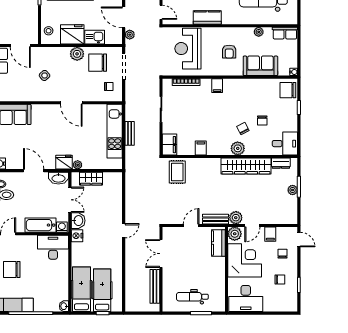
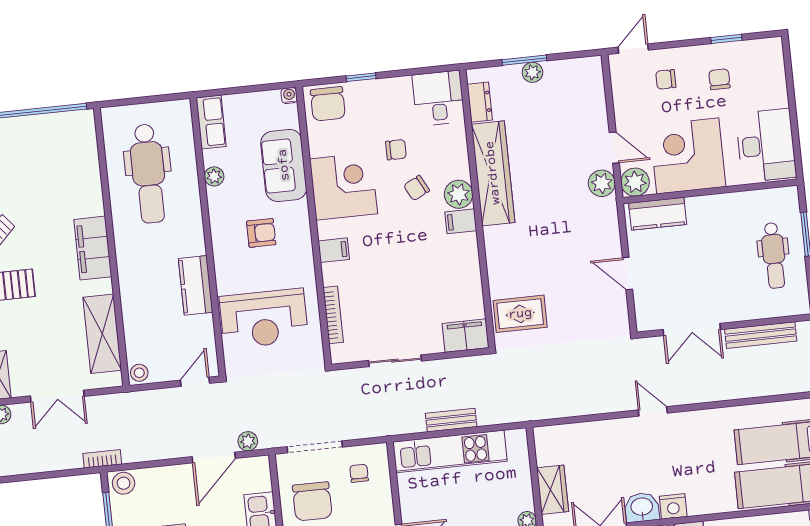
corner desk: (247, 93) -> (344, 186), added
filing cabinet: (201, 148) -> (461, 221), moved
bench: (215, 219) -> (609, 225), removed
filing cabinet: (270, 234) -> (628, 109), removed

